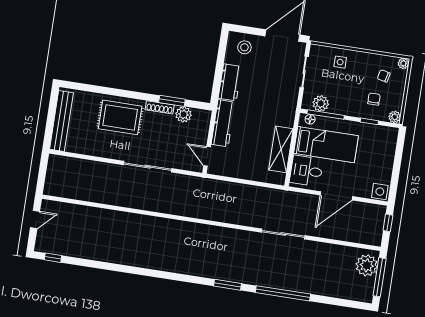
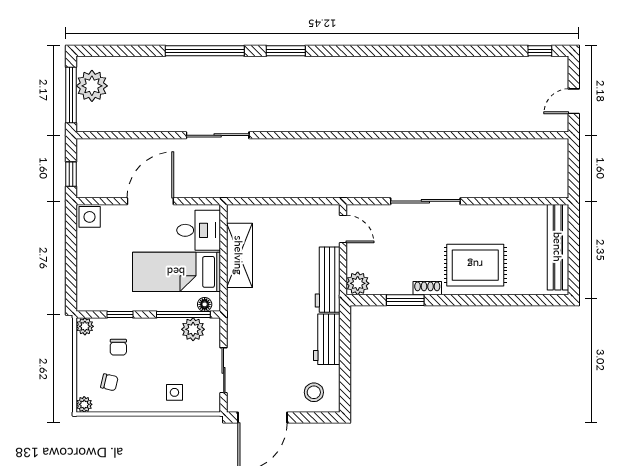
shoe rack: (160, 107) -> (427, 288), width x0.70
plant: (184, 114) -> (358, 283), moved
plant: (367, 265) -> (92, 86), moved

